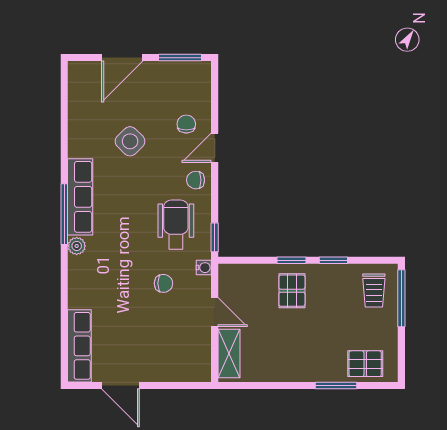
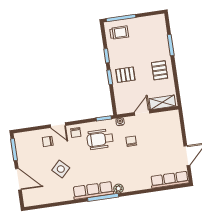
pallet: (365, 364) -> (160, 70), moved

